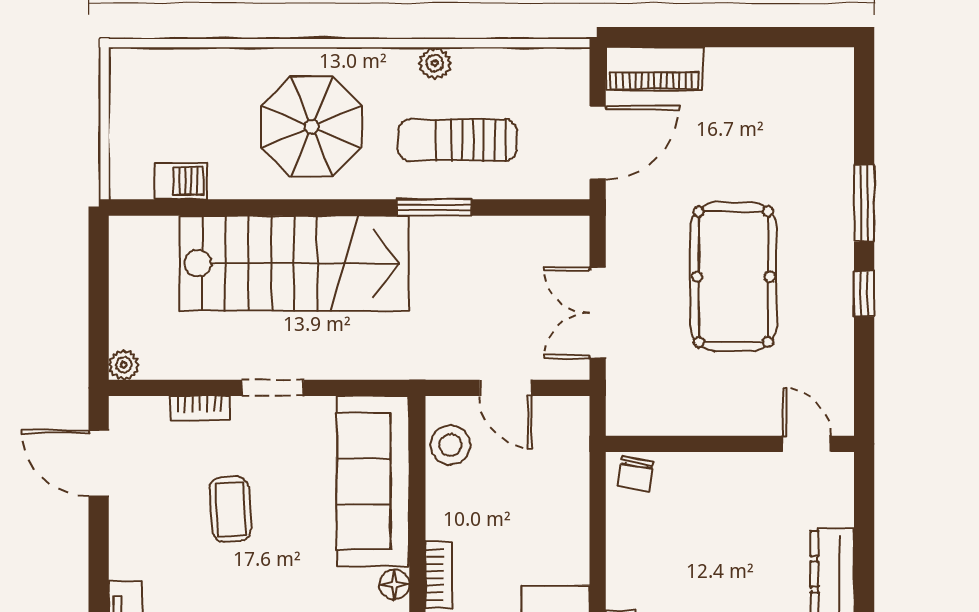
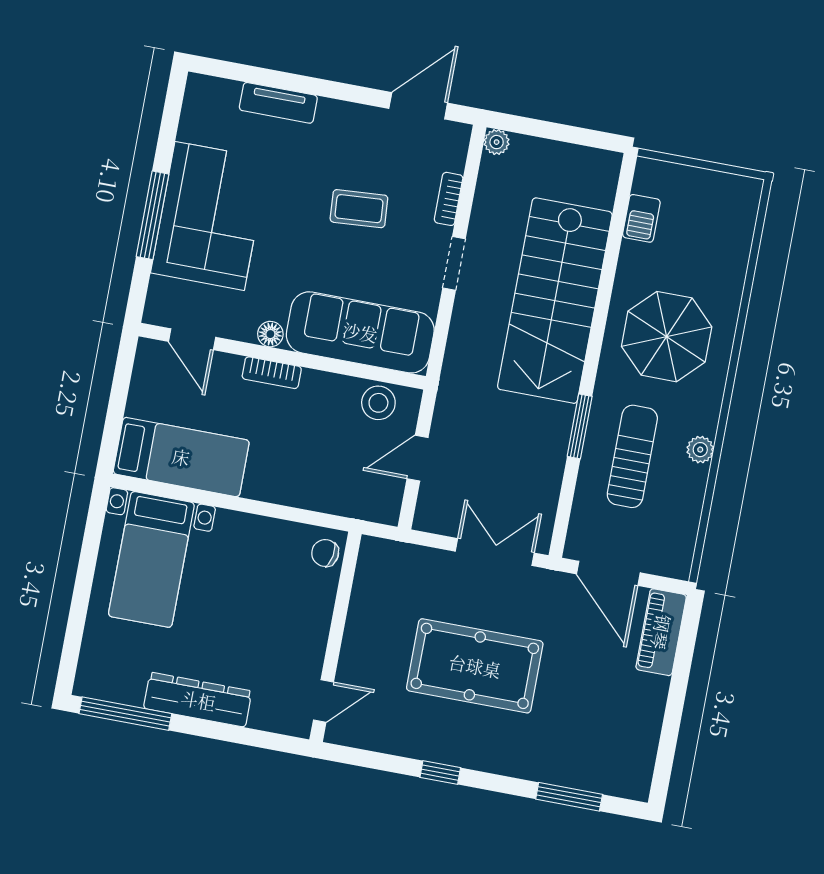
window: (864, 203) -> (569, 797), moved
double door: (598, 313) -> (495, 552), moved

